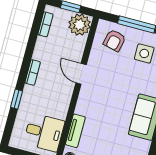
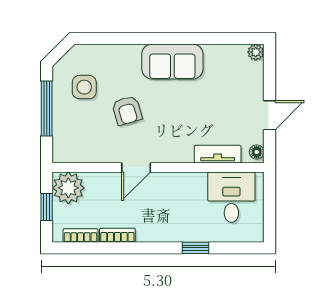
armchair: (115, 40) -> (127, 110), moved, turned 61
bookcase: (33, 72) -> (117, 235), moved

